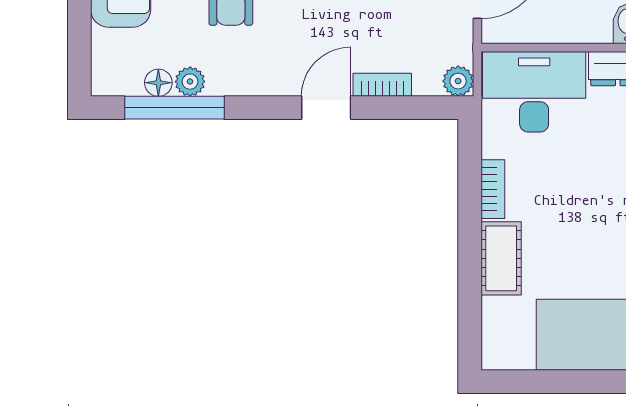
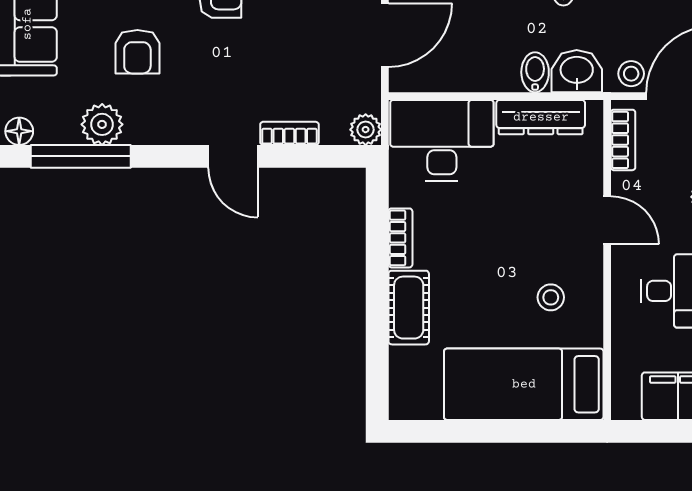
plant: (190, 82) -> (102, 124), width x1.38, depth x1.38
floor lamp: (158, 83) -> (19, 131), moved
door: (326, 108) -> (233, 156), swing flipped

